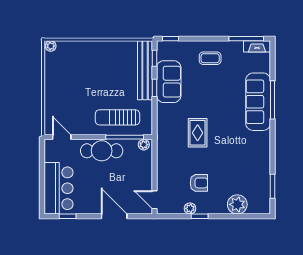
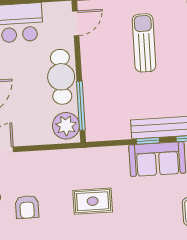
sun lounger: (117, 117) -> (144, 43), moved
plant: (144, 145) -> (66, 126), width x1.88, depth x1.88

